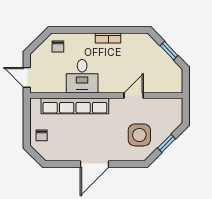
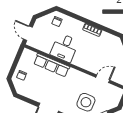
door: (134, 95) -> (103, 79), moved
row of seats: (75, 106) -> (52, 65), width x0.73

